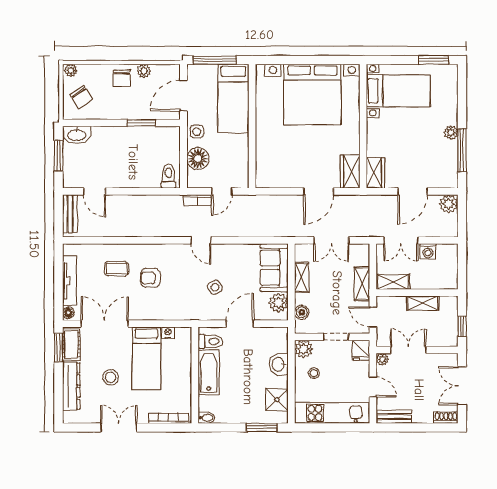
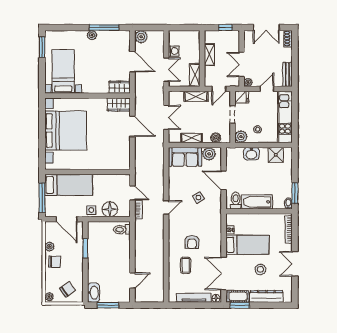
bench: (70, 214) -> (148, 297), removed
window: (262, 427) -> (295, 193), moved

